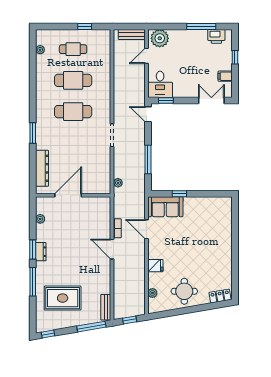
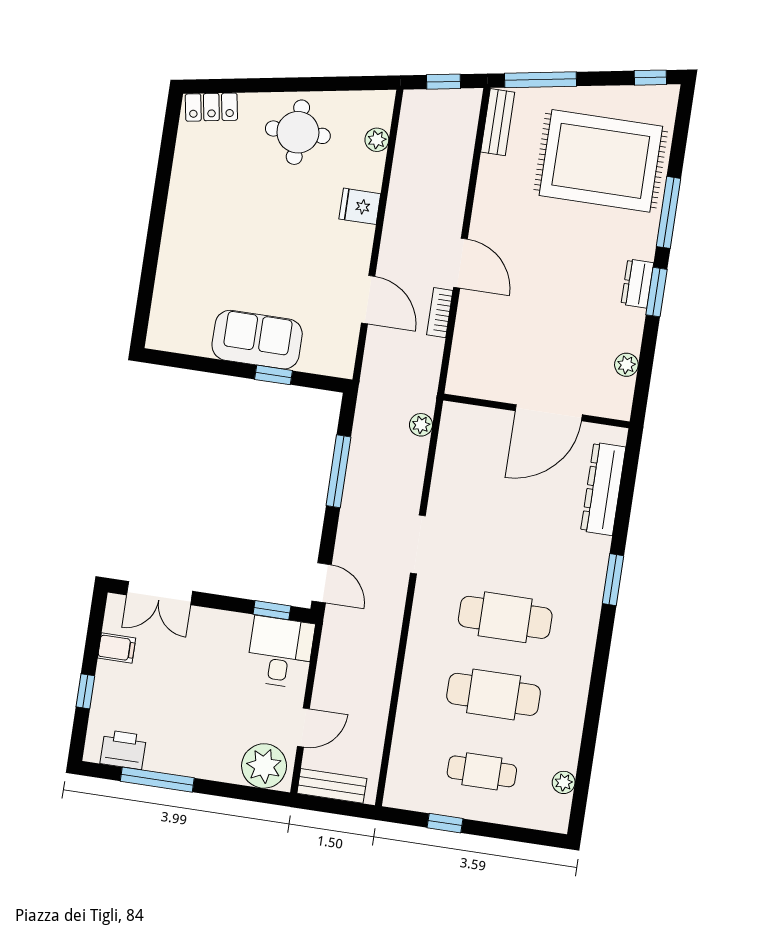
sofa: (165, 207) -> (257, 340), moved
rug: (63, 298) -> (601, 161), width x1.37, depth x1.44

